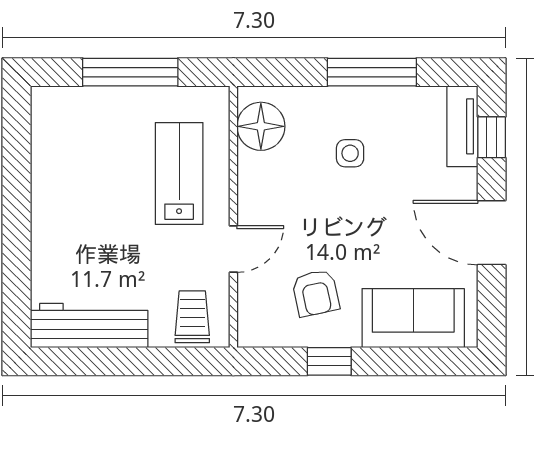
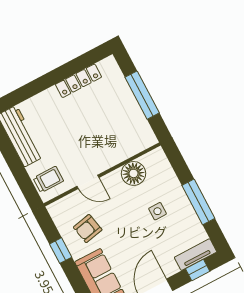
floor lamp: (261, 126) -> (134, 173), moved
locker: (46, 171) -> (78, 81), added
lab bench: (179, 173) -> (109, 140), removed

